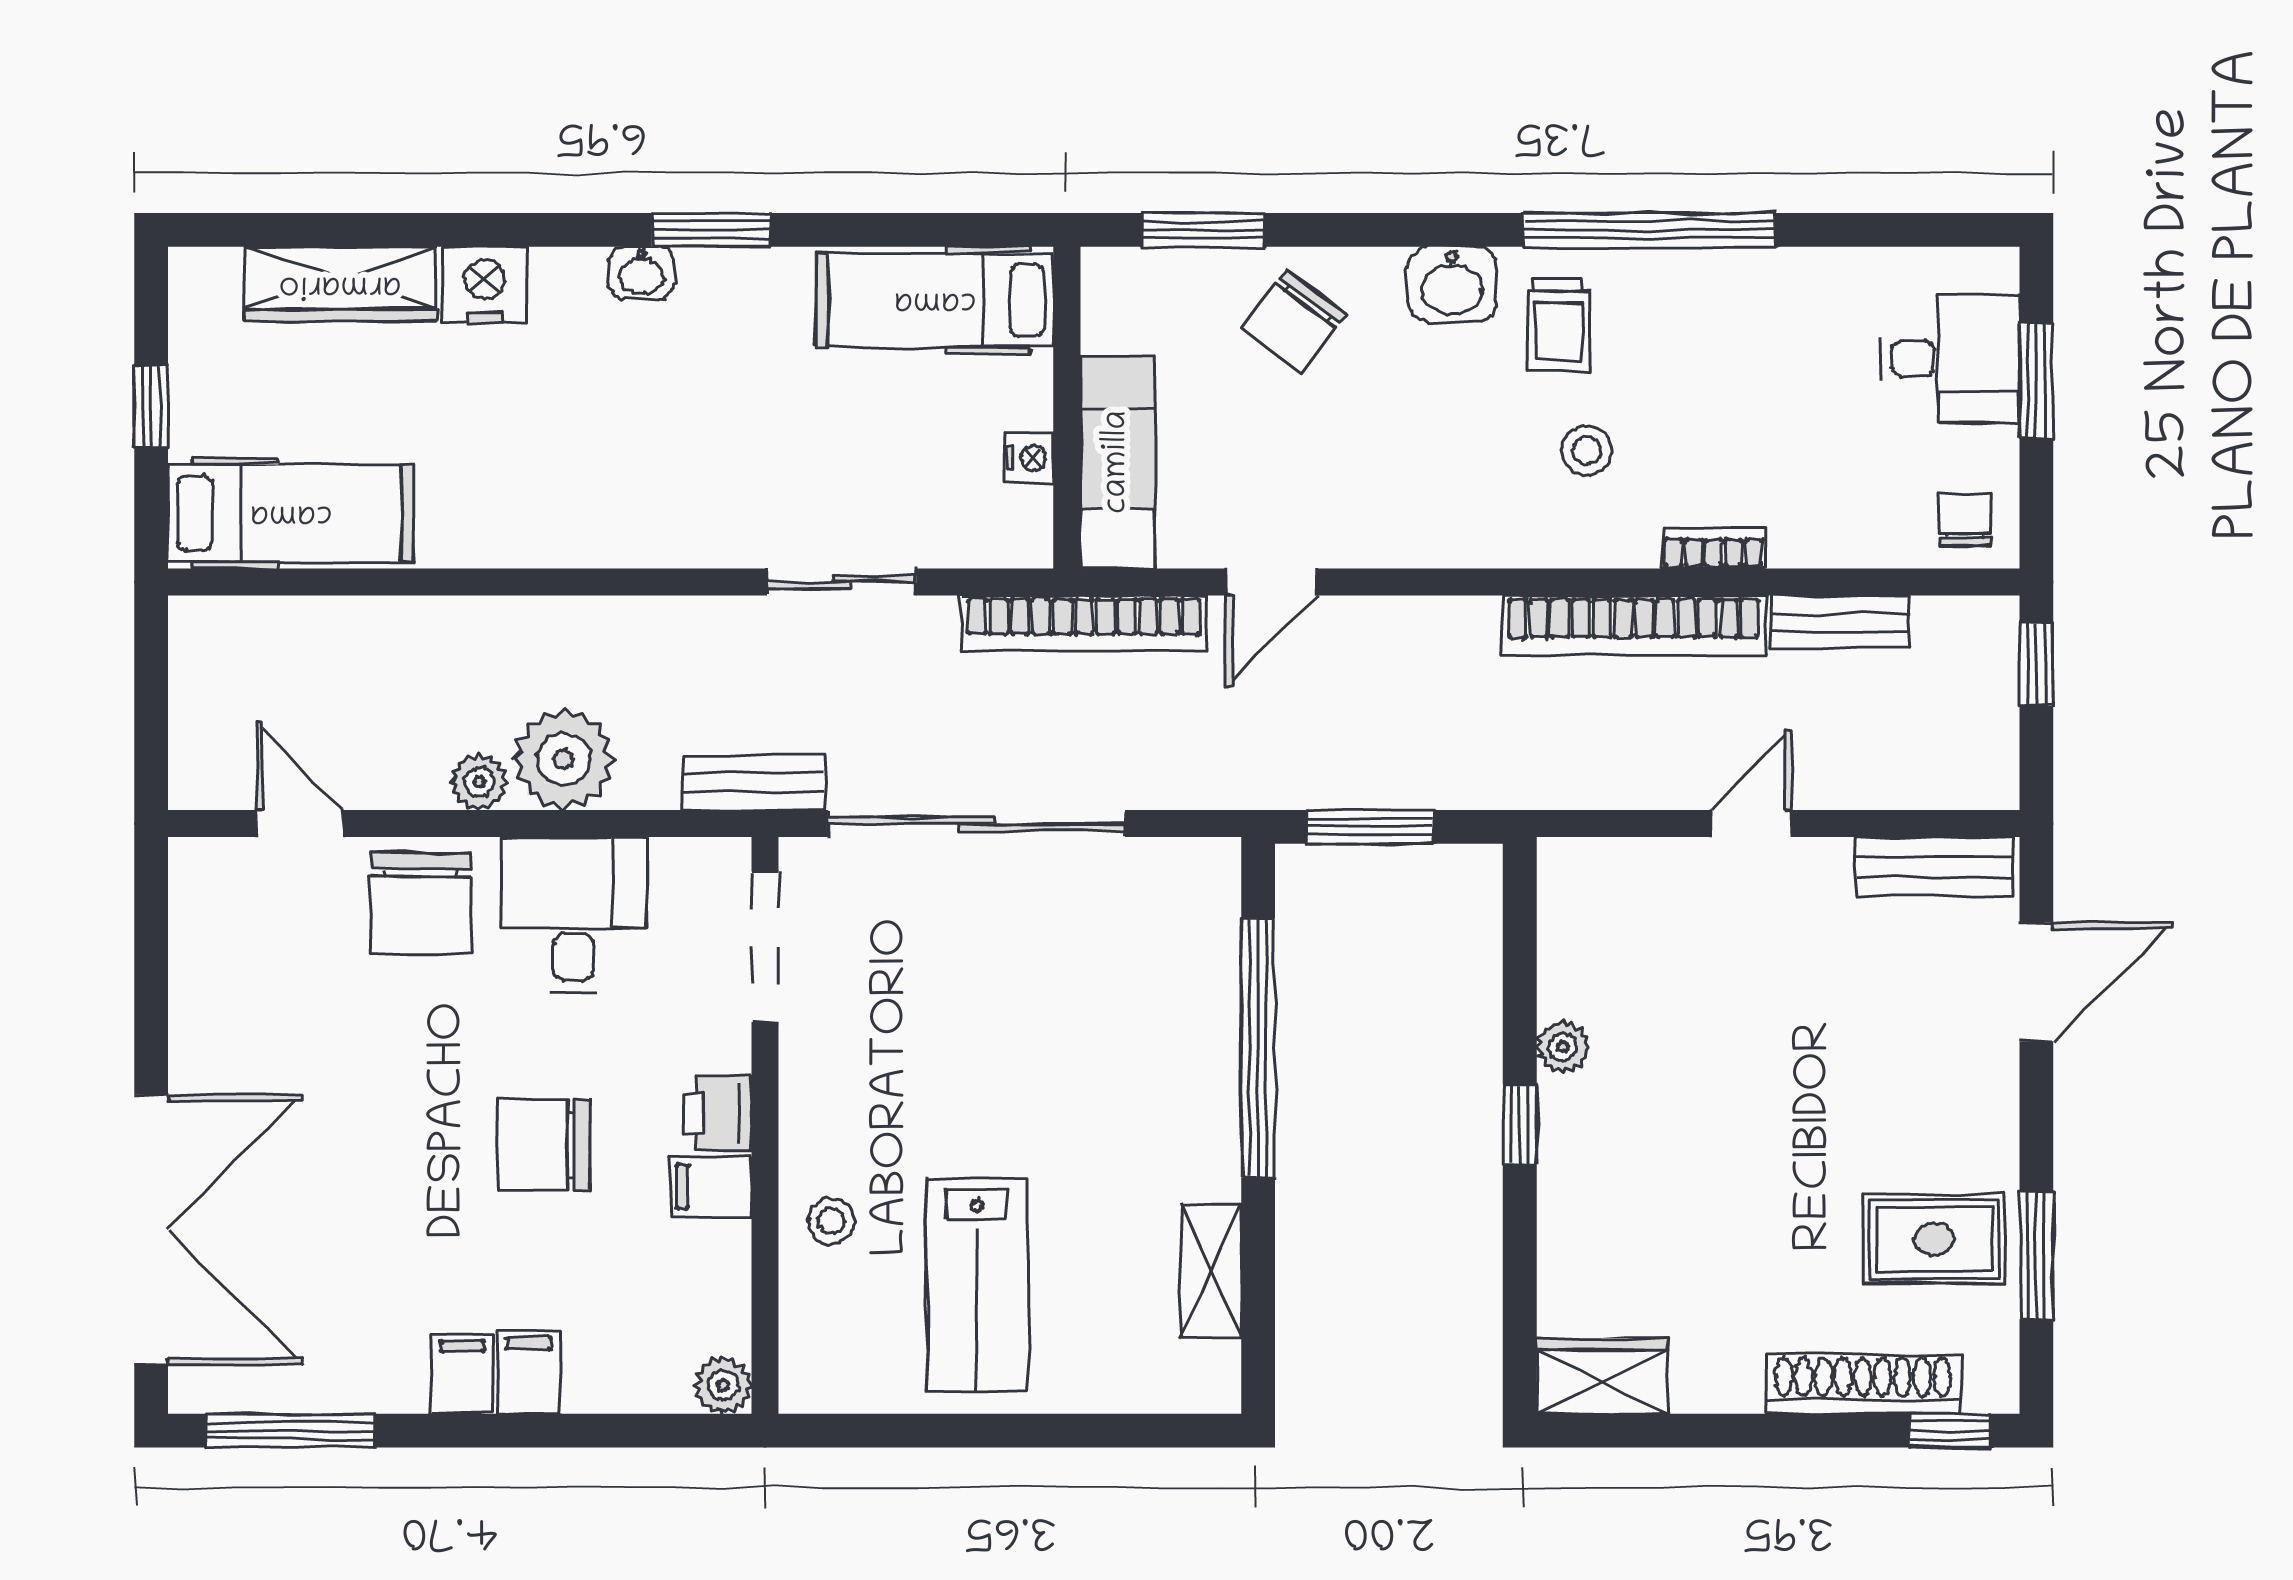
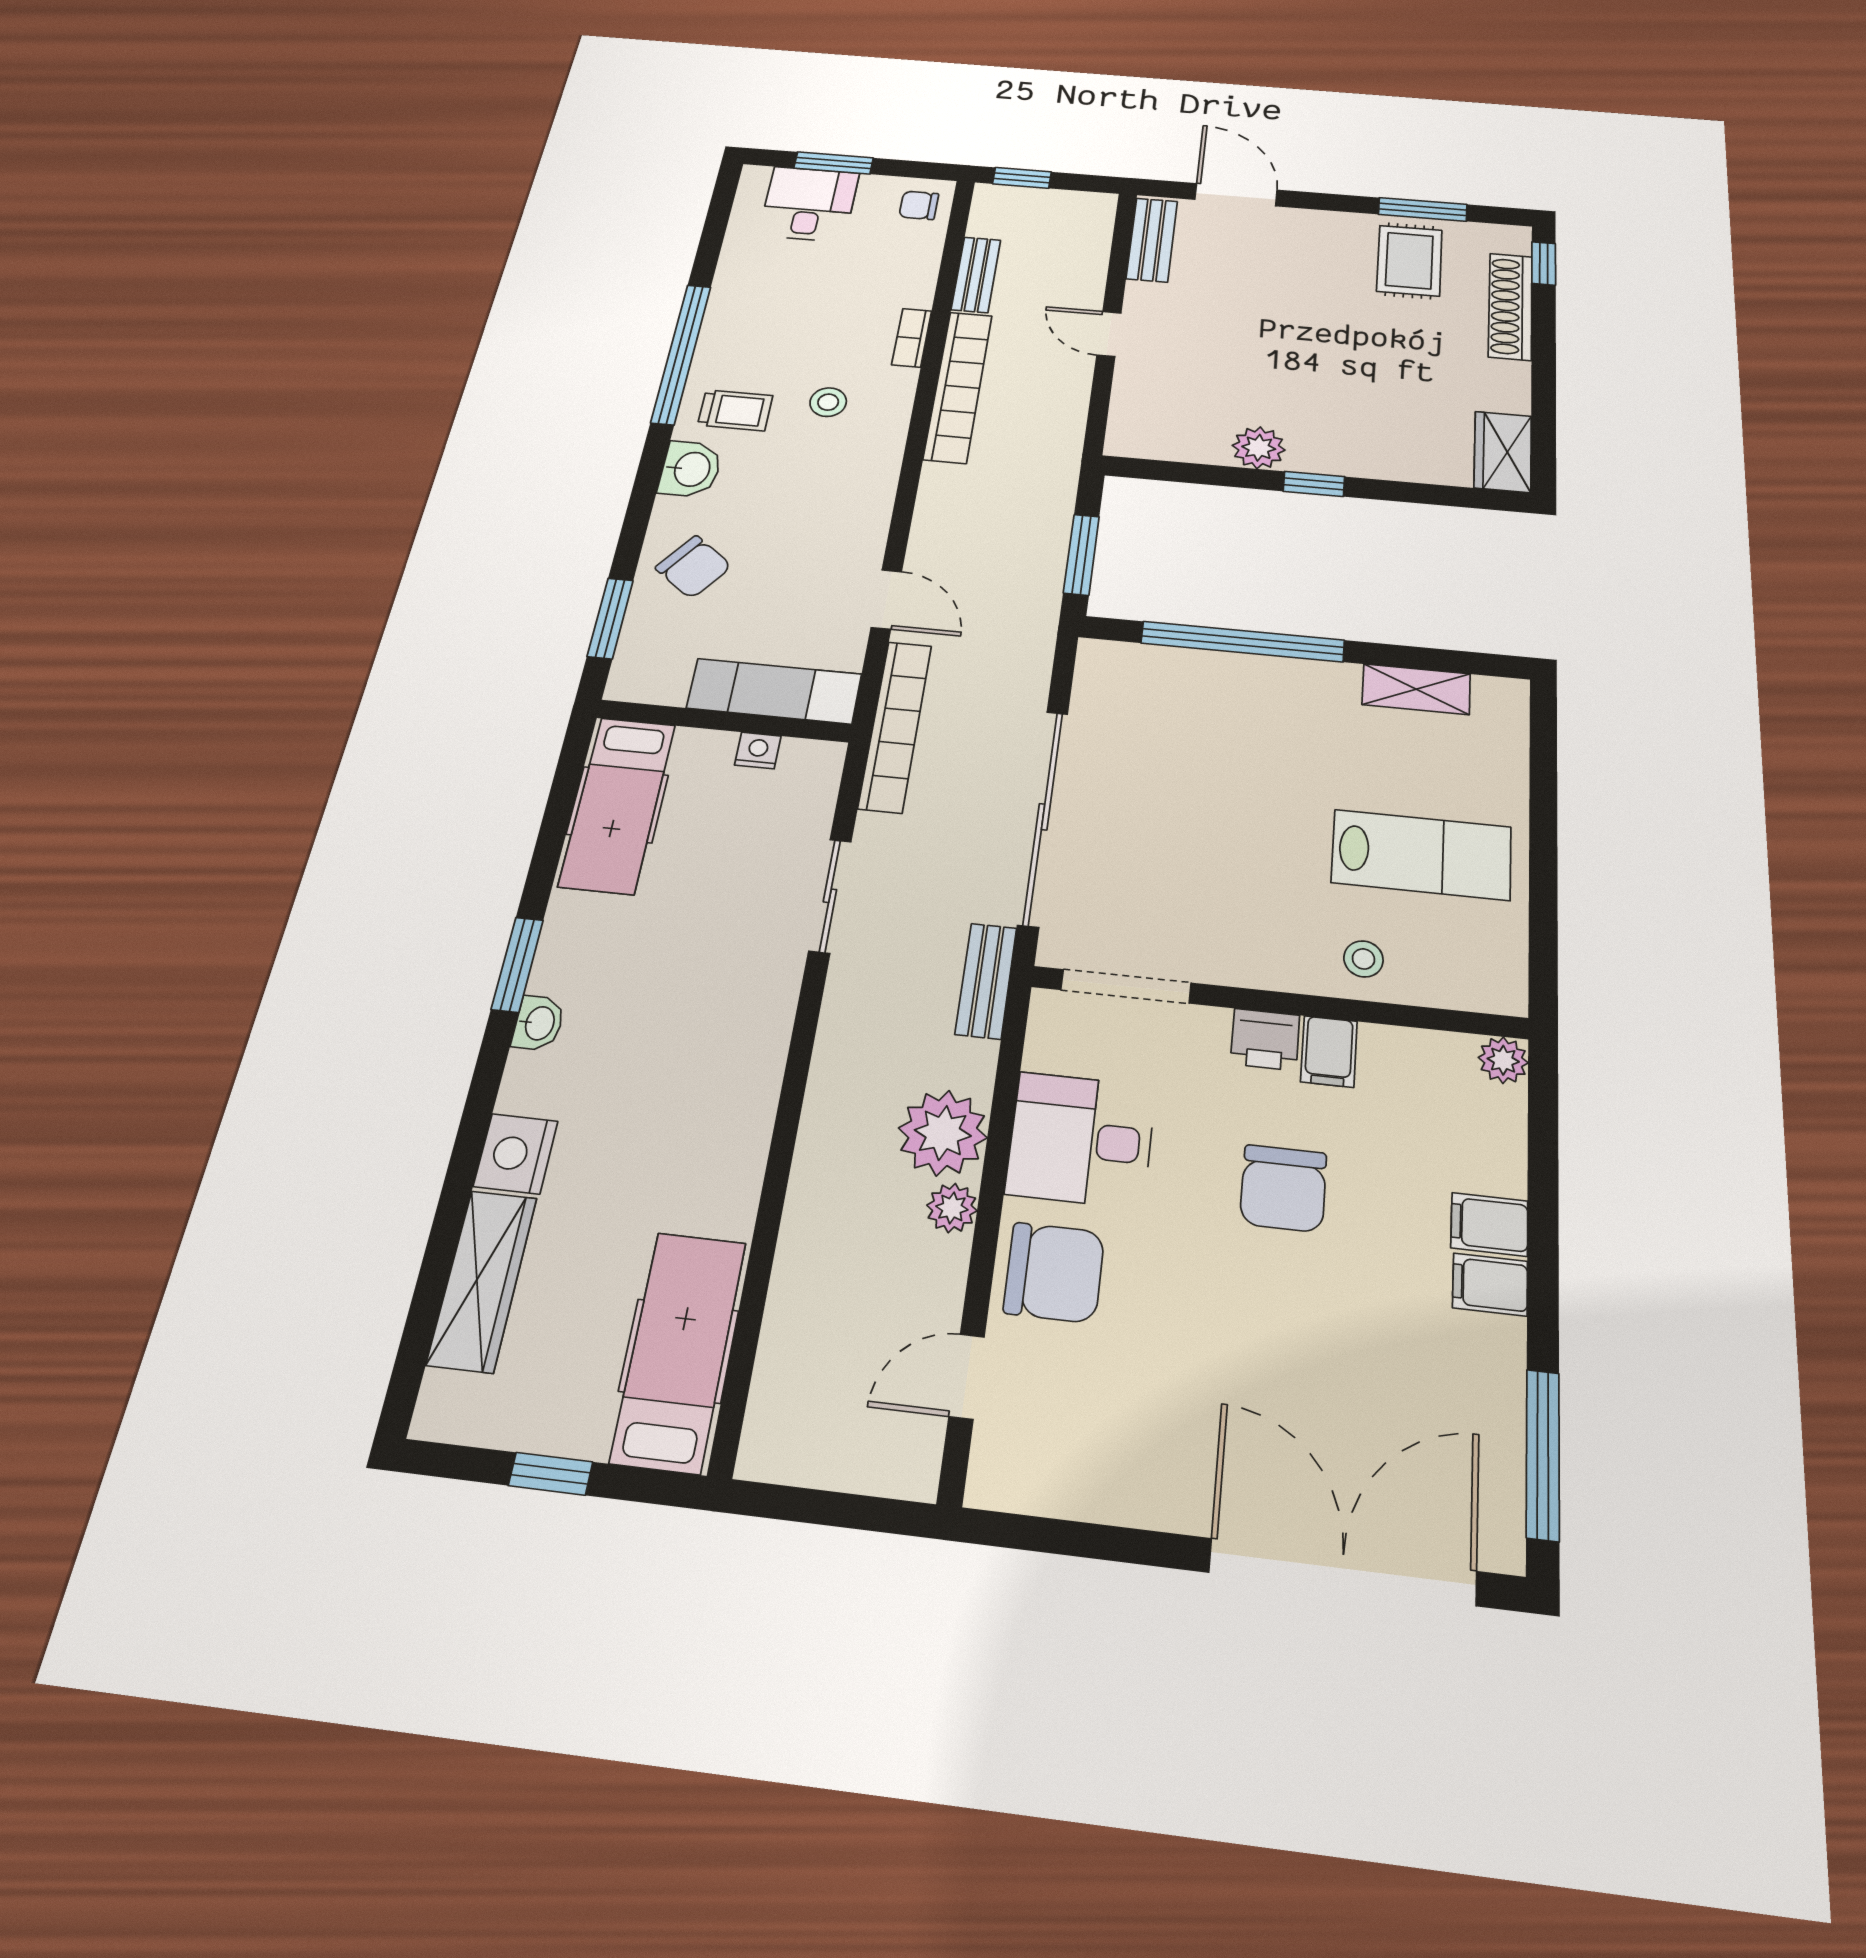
plant: (1563, 1047) -> (1259, 448), width x1.38, depth x1.38

